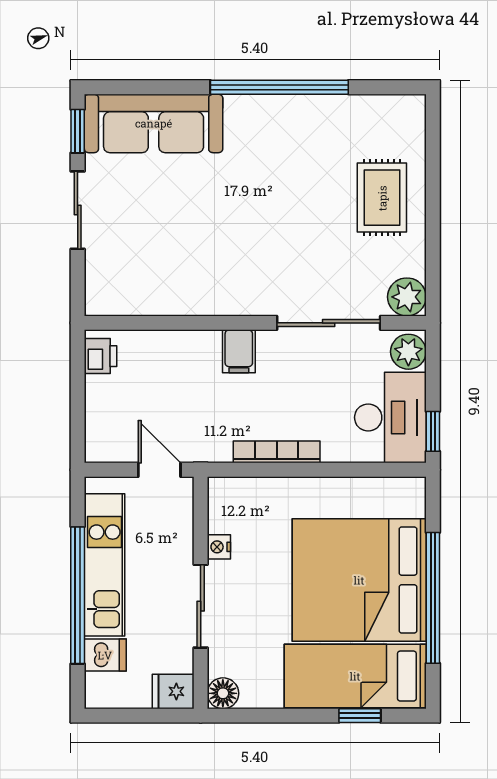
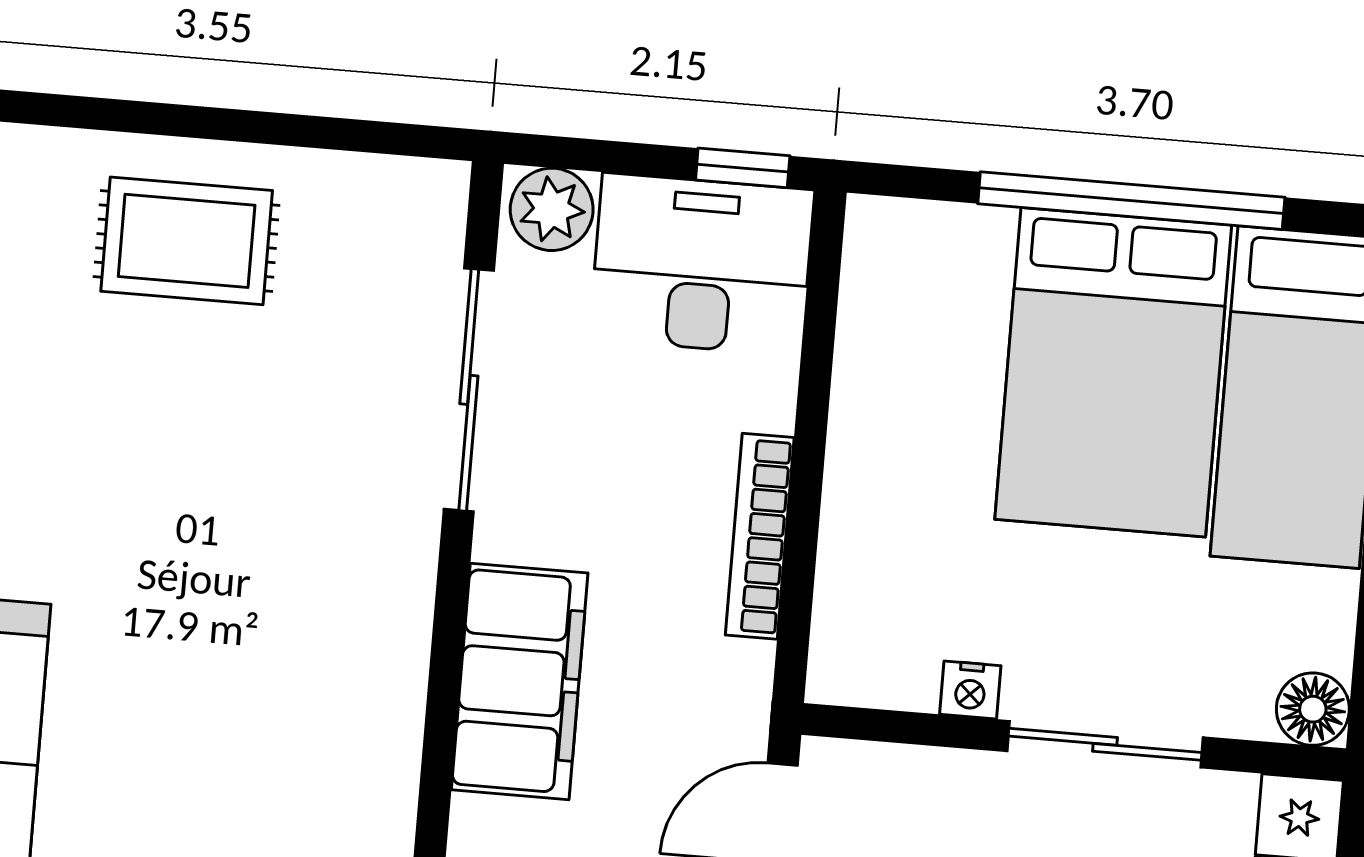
plant: (407, 297) -> (424, 202), removed
filing cabinet: (239, 351) -> (520, 681), width x3.00, depth x1.17
bed: (359, 580) -> (1113, 372), width x0.73

